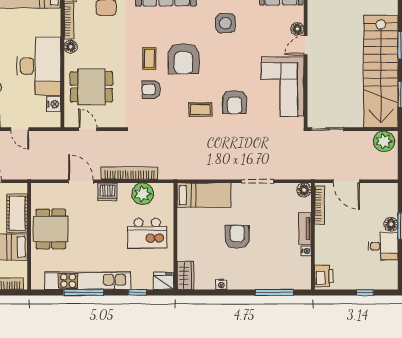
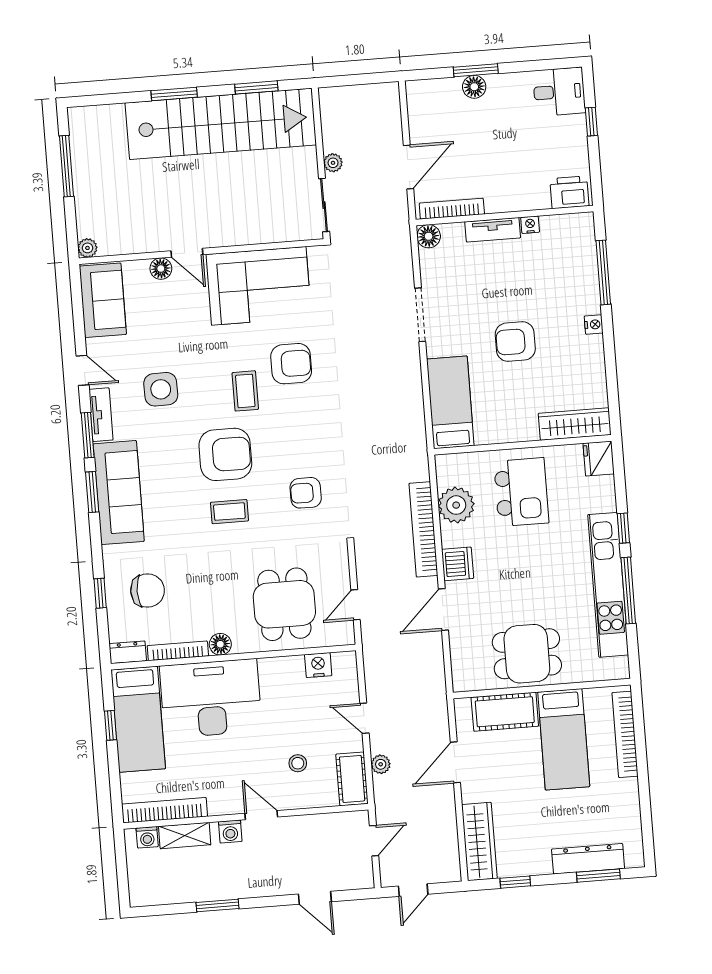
desk: (39, 66) -> (211, 698), moved
armchair: (151, 89) -> (306, 493), moved, turned 90
coffee table: (200, 110) -> (245, 391), moved
door: (20, 129) -> (364, 718), swing flipped
plant: (384, 141) -> (333, 163), moved, width x0.53, depth x0.53
desk: (383, 246) -> (559, 92), moved, turned 90
wardrobe: (185, 275) -> (575, 424), width x1.50
nightstand: (221, 284) -> (594, 324), moved
window: (137, 292) -> (623, 528), moved

